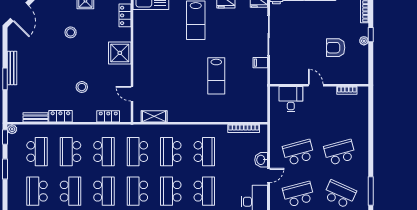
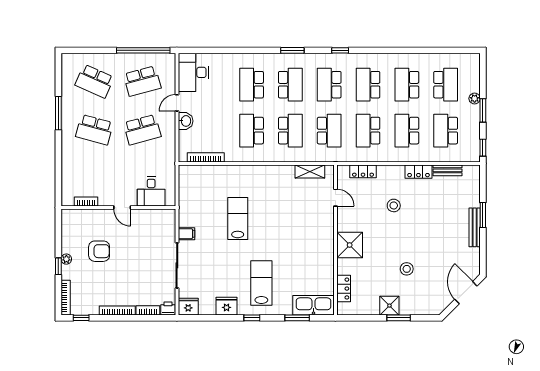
plant: (12, 129) -> (475, 99), moved
school desk: (70, 152) -> (407, 131), turned 180
school desk: (340, 152) -> (94, 130), turned 30
school desk: (137, 191) -> (329, 85), turned 180
window: (371, 191) -> (58, 113), moved

